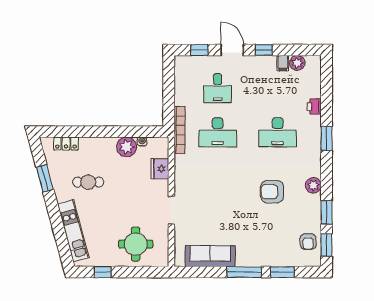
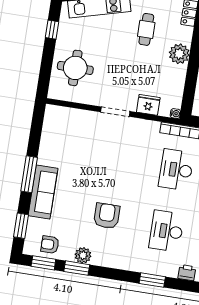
water cooler: (142, 142) -> (175, 114), moved
plant: (127, 147) -> (179, 54), moved
plant: (313, 185) -> (83, 255), moved
doorway: (171, 210) -> (115, 112), moved
sofa: (210, 256) -> (43, 192), moved
window: (282, 272) -> (21, 226), moved

